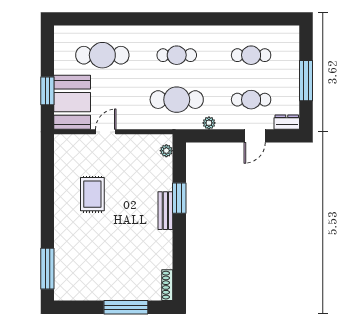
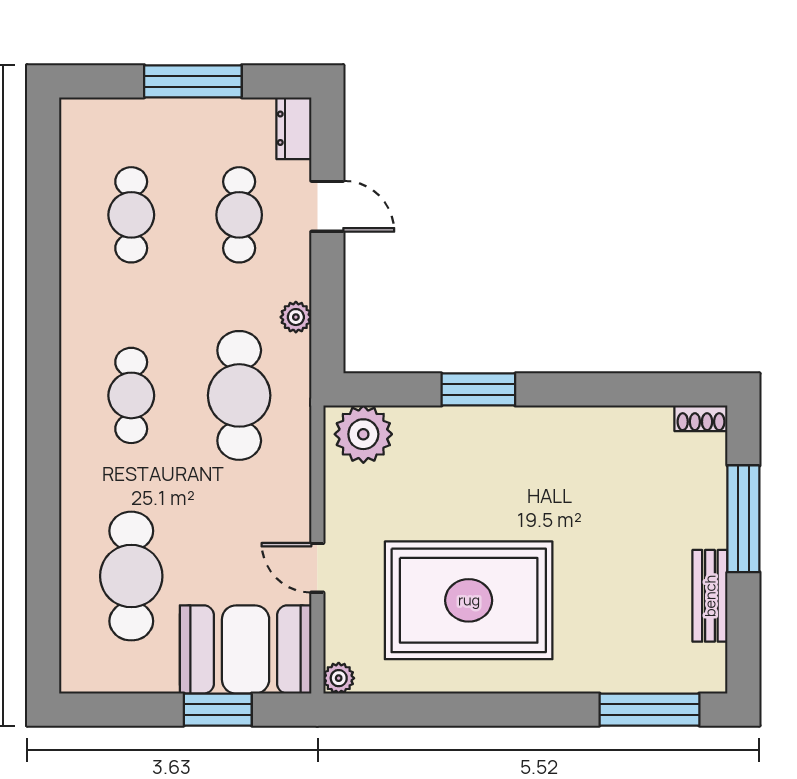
plant: (60, 141) -> (339, 678), added
plant: (166, 151) -> (363, 434), width x1.88, depth x1.88
rug: (92, 194) -> (469, 600), width x1.86, depth x2.06
bench: (165, 211) -> (710, 596), moved, turned 90
shoe rack: (167, 285) -> (701, 418), width x0.70

